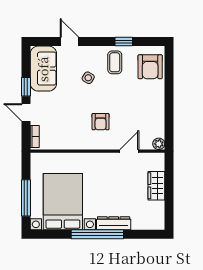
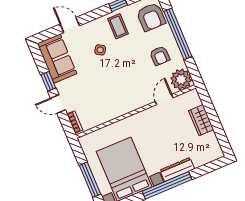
window: (169, 94) -> (178, 34), added
armchair: (101, 122) -> (160, 56), moved
plant: (159, 144) -> (181, 79), width x1.87, depth x1.87

